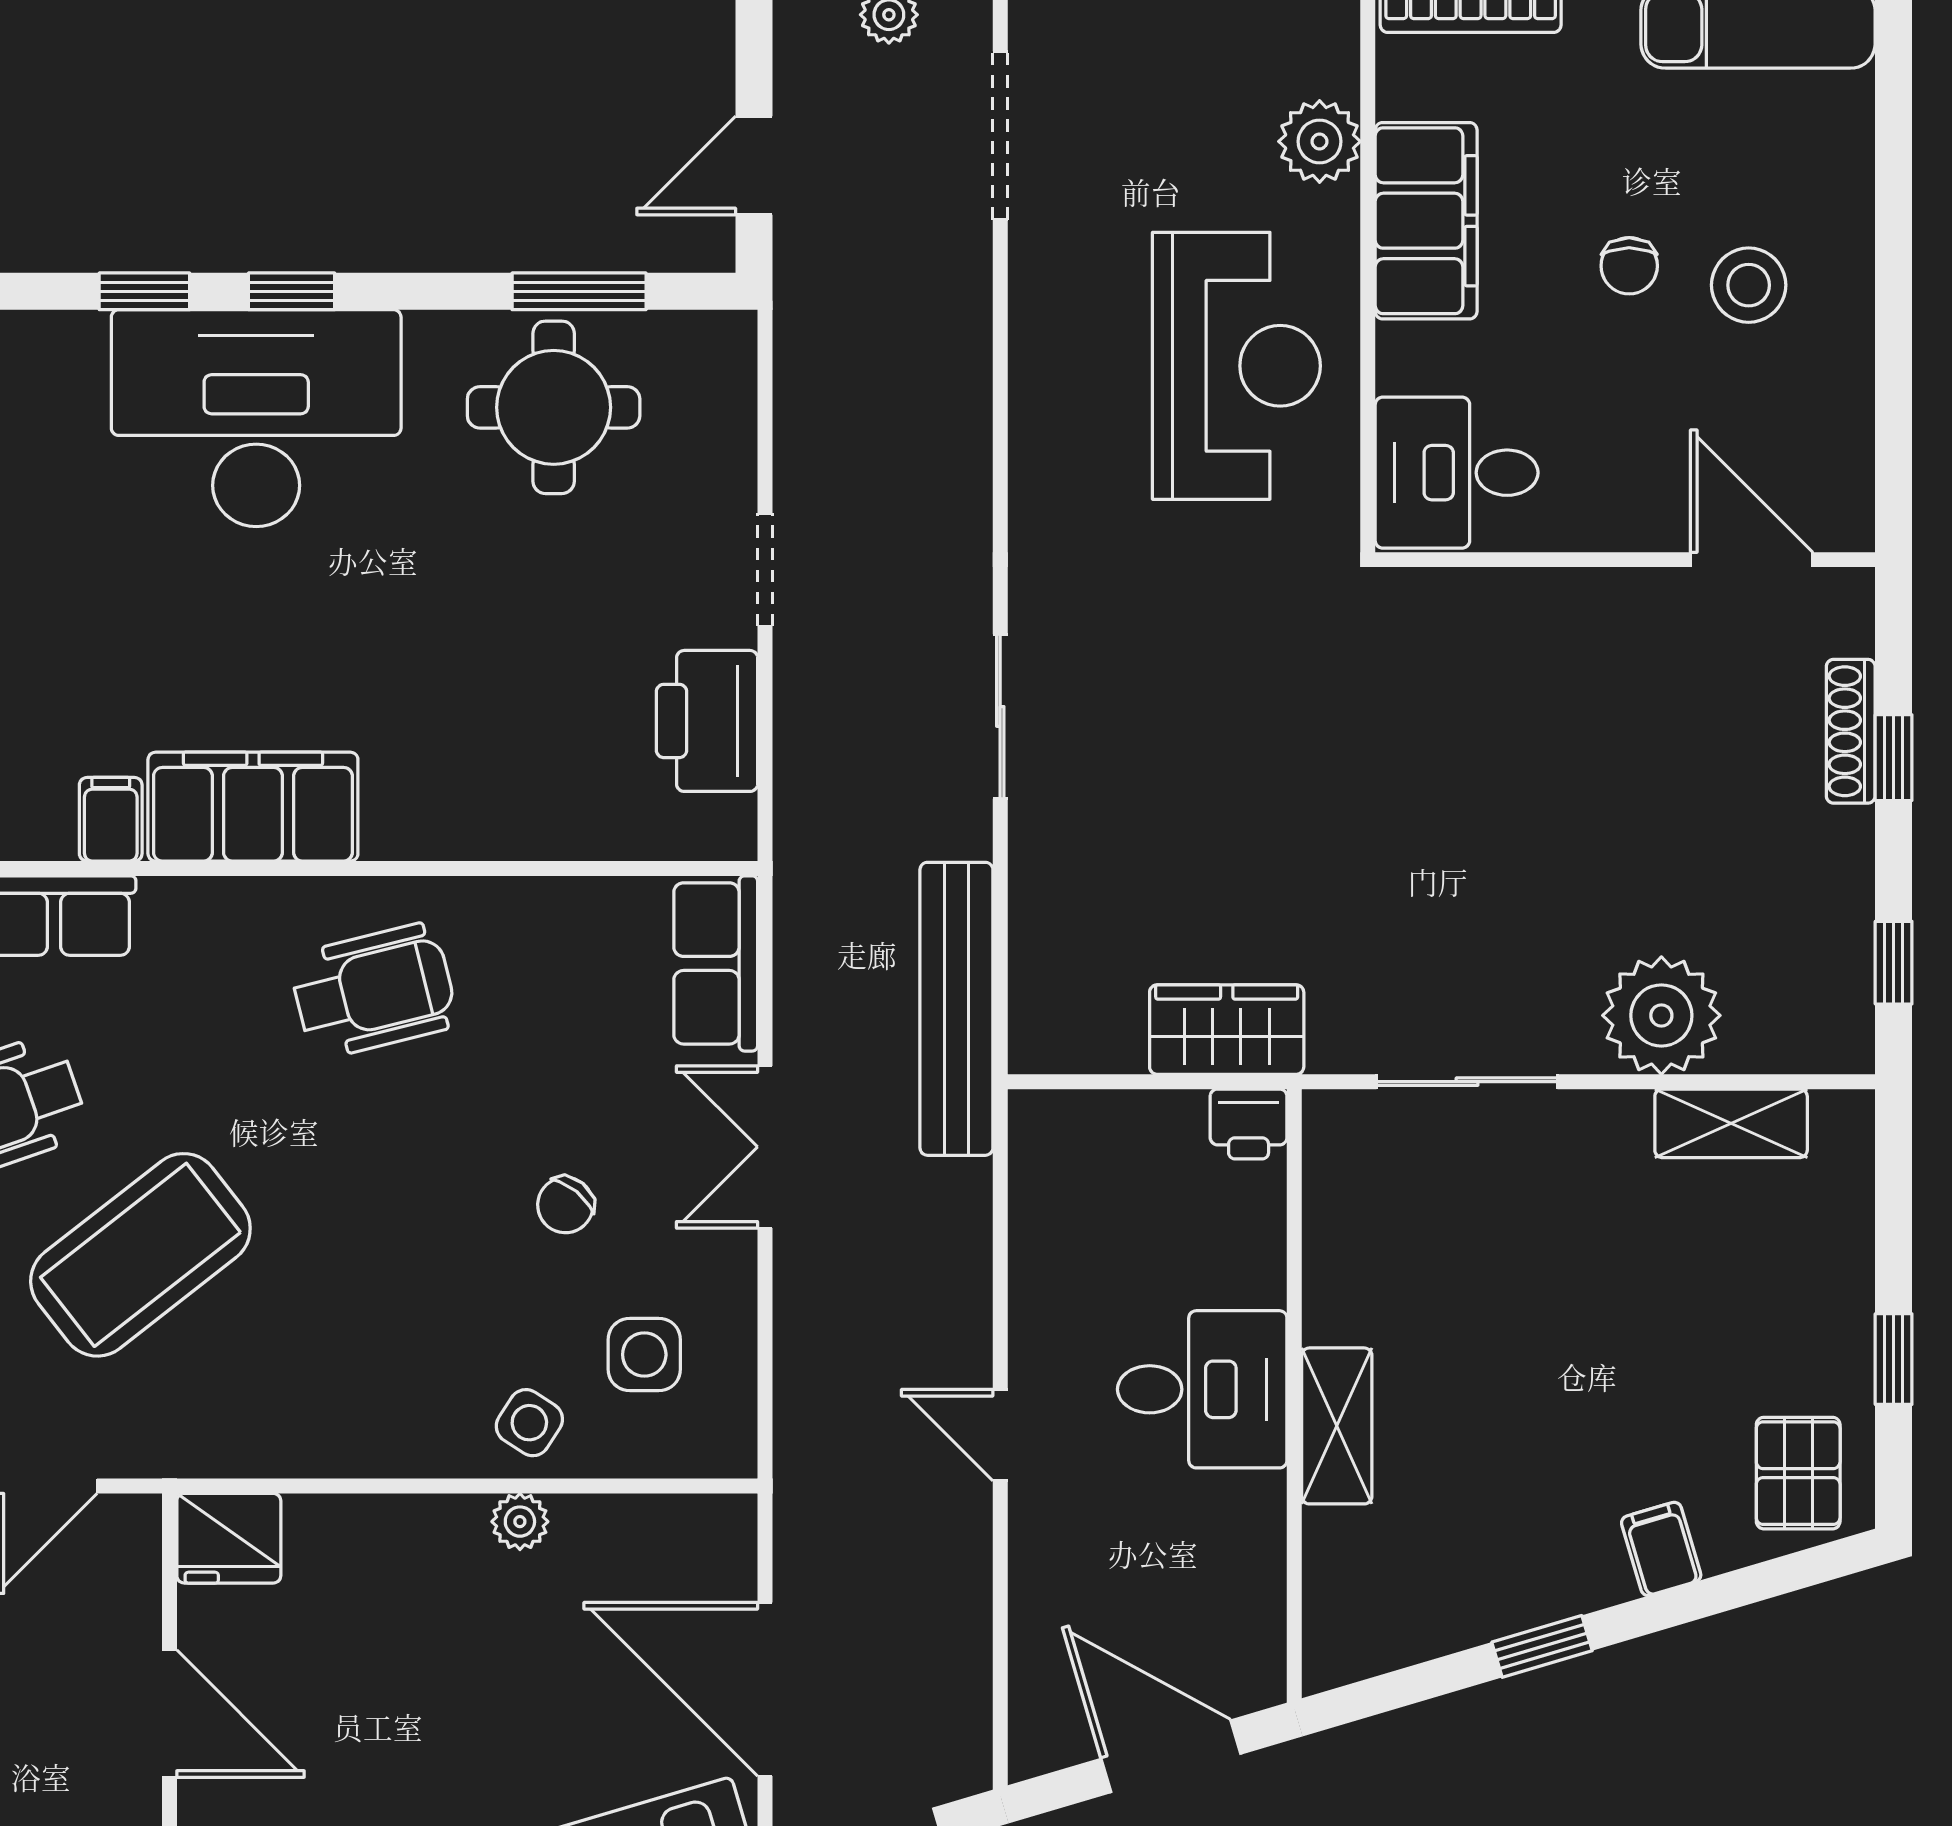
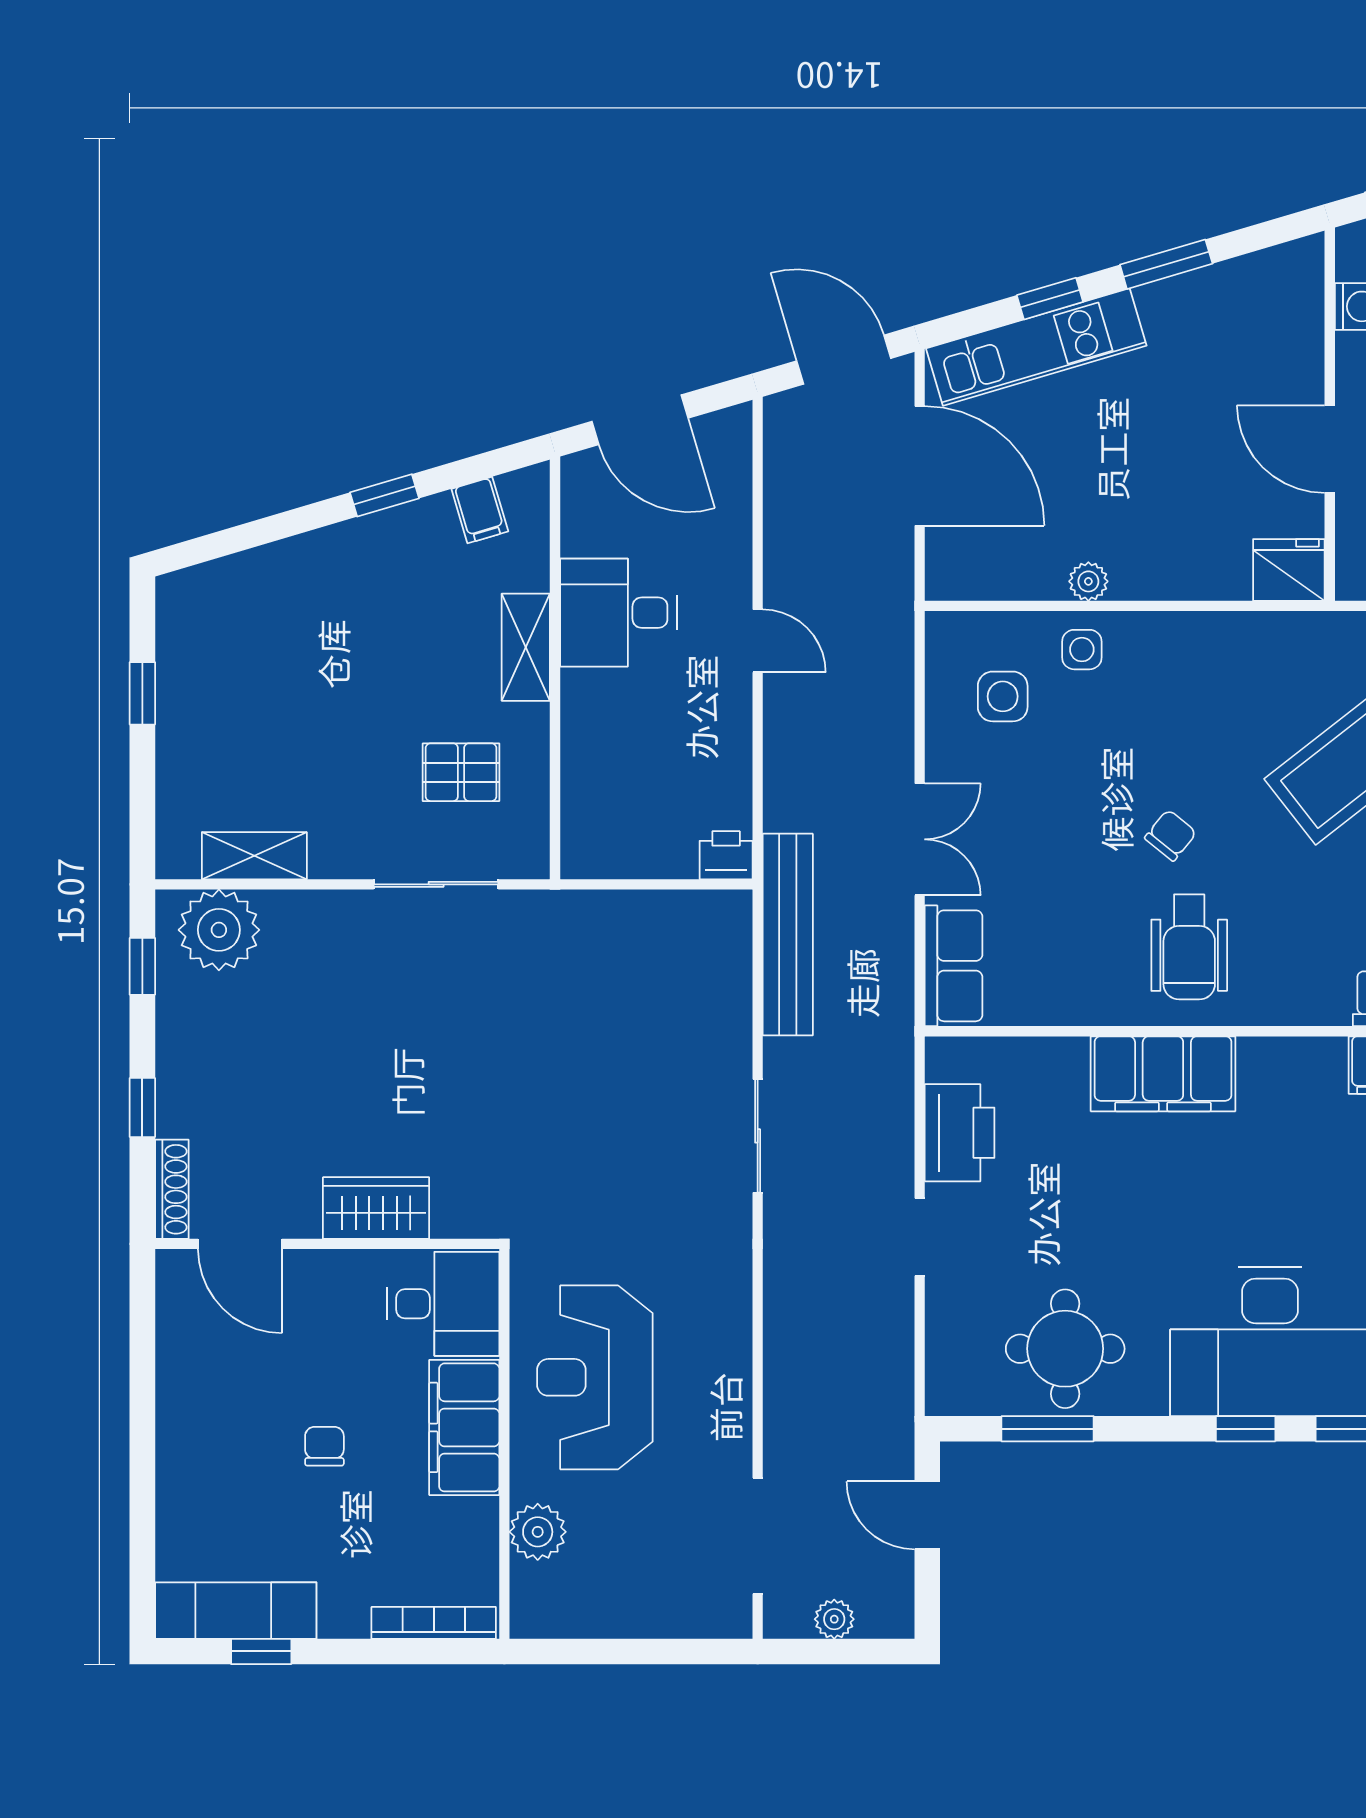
door: (754, 165) -> (927, 1515), swing flipped
filing cabinet: (1426, 221) -> (464, 1427), moved
stool: (1749, 285) -> (242, 1433), removed
shoe rack: (1851, 731) -> (172, 1189), moved
filing cabinet: (253, 807) -> (1163, 1074), moved
wheelchair: (374, 991) -> (1189, 947), turned -76
plant: (1661, 1015) -> (219, 930), moved
wardrobe: (1227, 1030) -> (376, 1208), moved, turned 180
printer: (1249, 1124) -> (726, 855), moved
chair: (565, 1205) -> (1171, 835), moved
desk: (1202, 1389) -> (618, 613), moved
side table: (529, 1423) -> (1082, 650), turned -33
pallet: (1798, 1473) -> (461, 772), moved, turned 90
filing cabinet: (1661, 1549) -> (480, 510), moved

